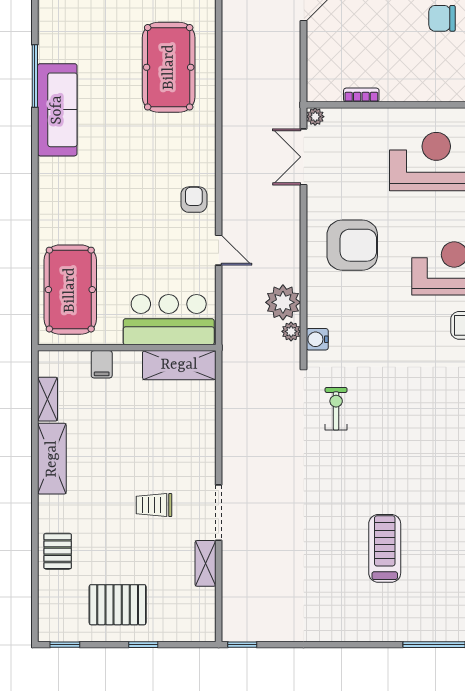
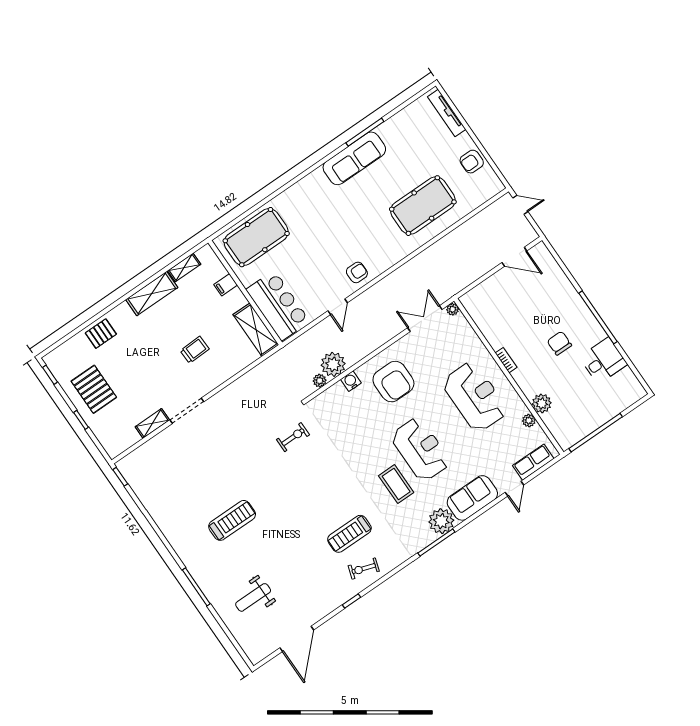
bookcase: (361, 95) -> (506, 360), moved
water cooler: (317, 339) -> (351, 381), moved
trolley: (154, 505) -> (195, 350), moved, turned 88

